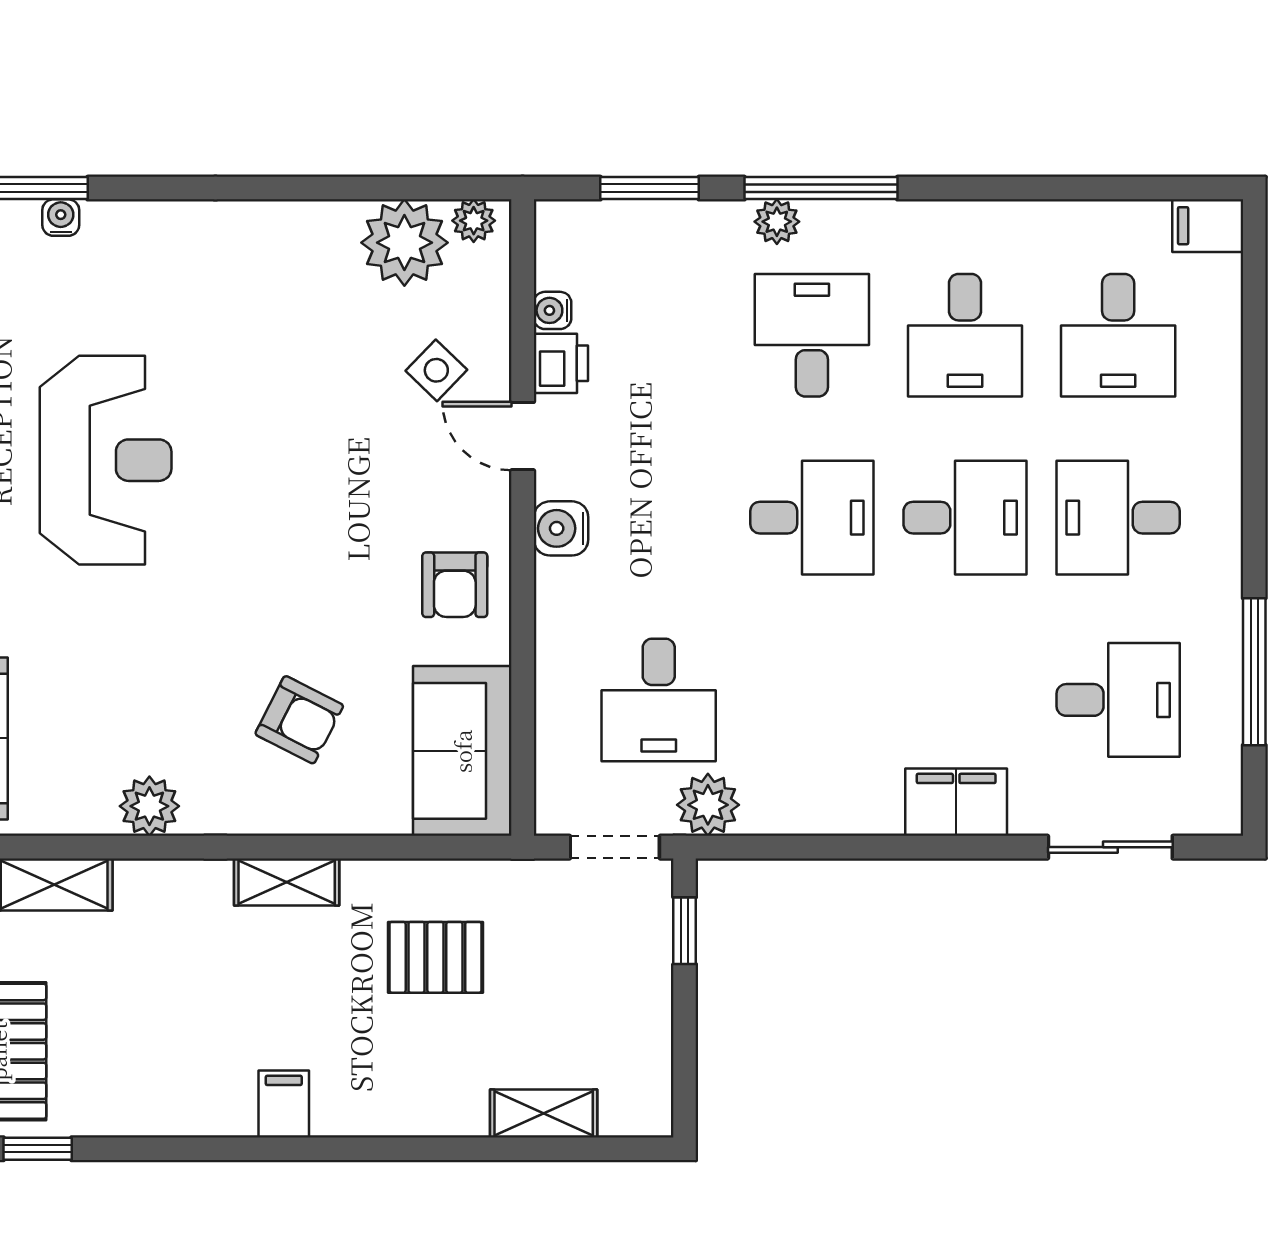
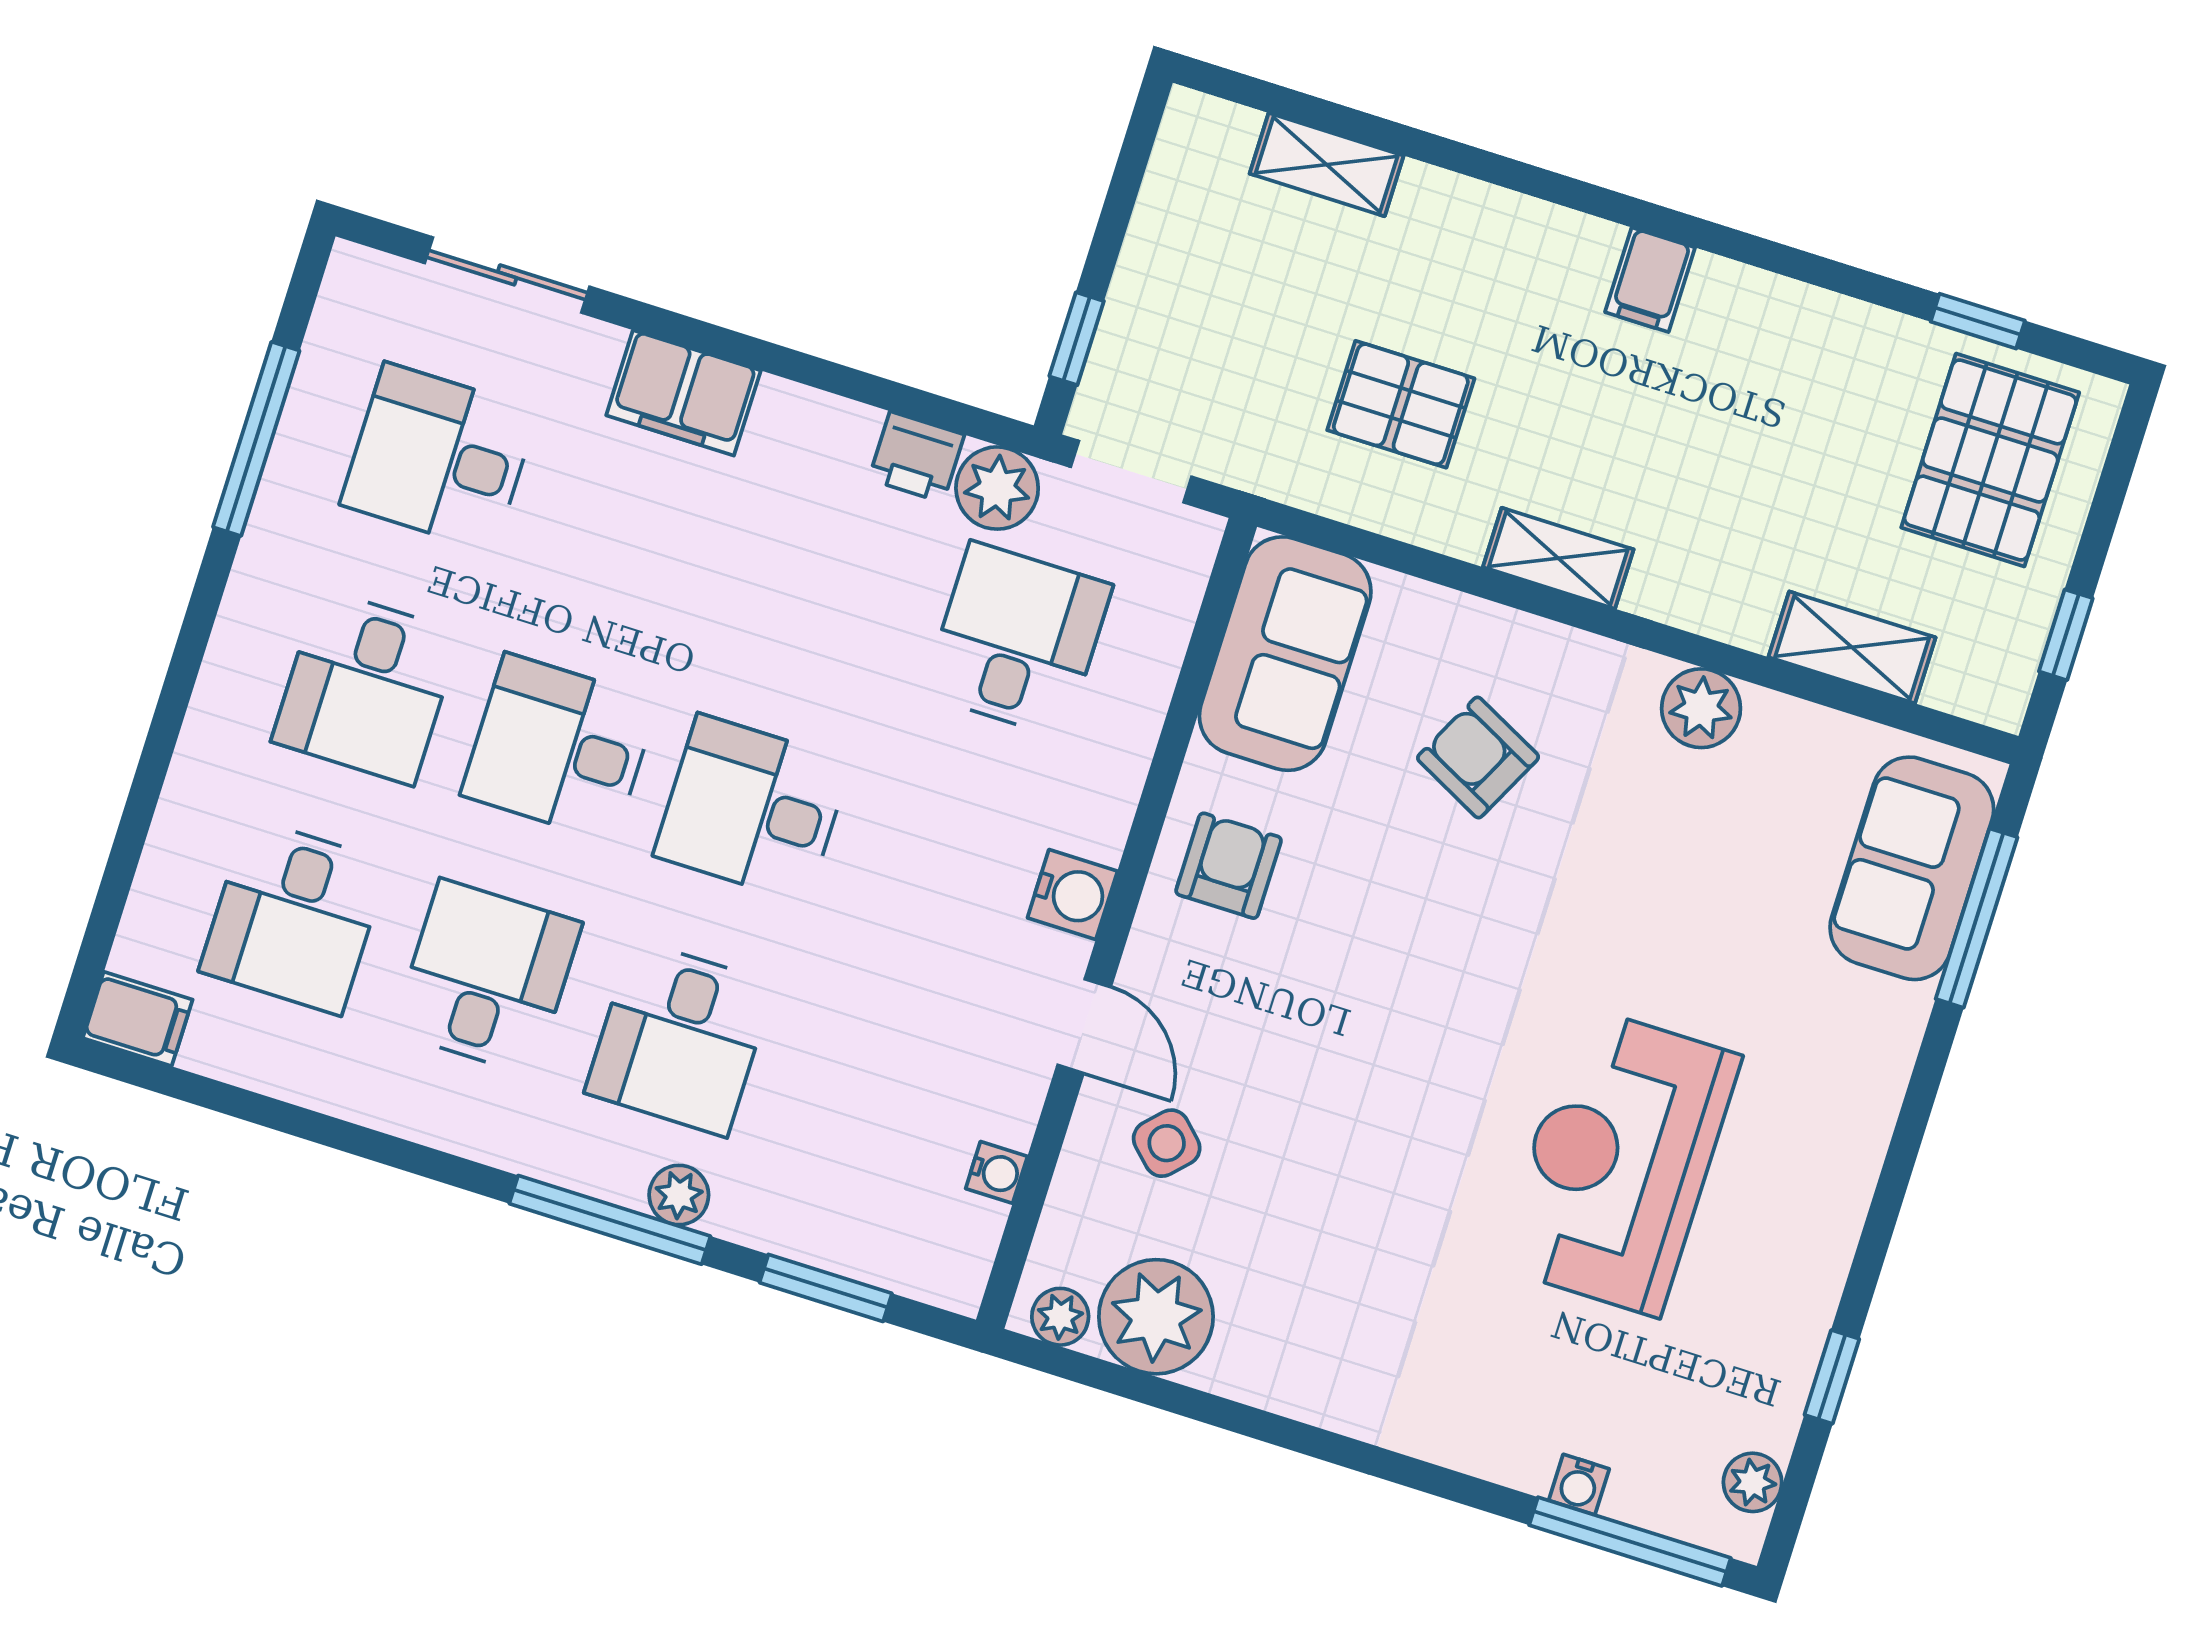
desk: (1118, 335) -> (294, 917), turned 180
printer: (561, 363) -> (916, 457), moved, turned -90
desk: (1118, 518) -> (367, 687), turned 90

